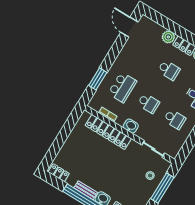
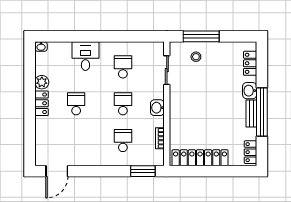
plant: (168, 37) -> (42, 125), removed
window: (98, 79) -> (143, 171), moved
school desk: (122, 87) -> (123, 141), width x0.54
locker: (108, 132) -> (200, 158), moved, turned -90

